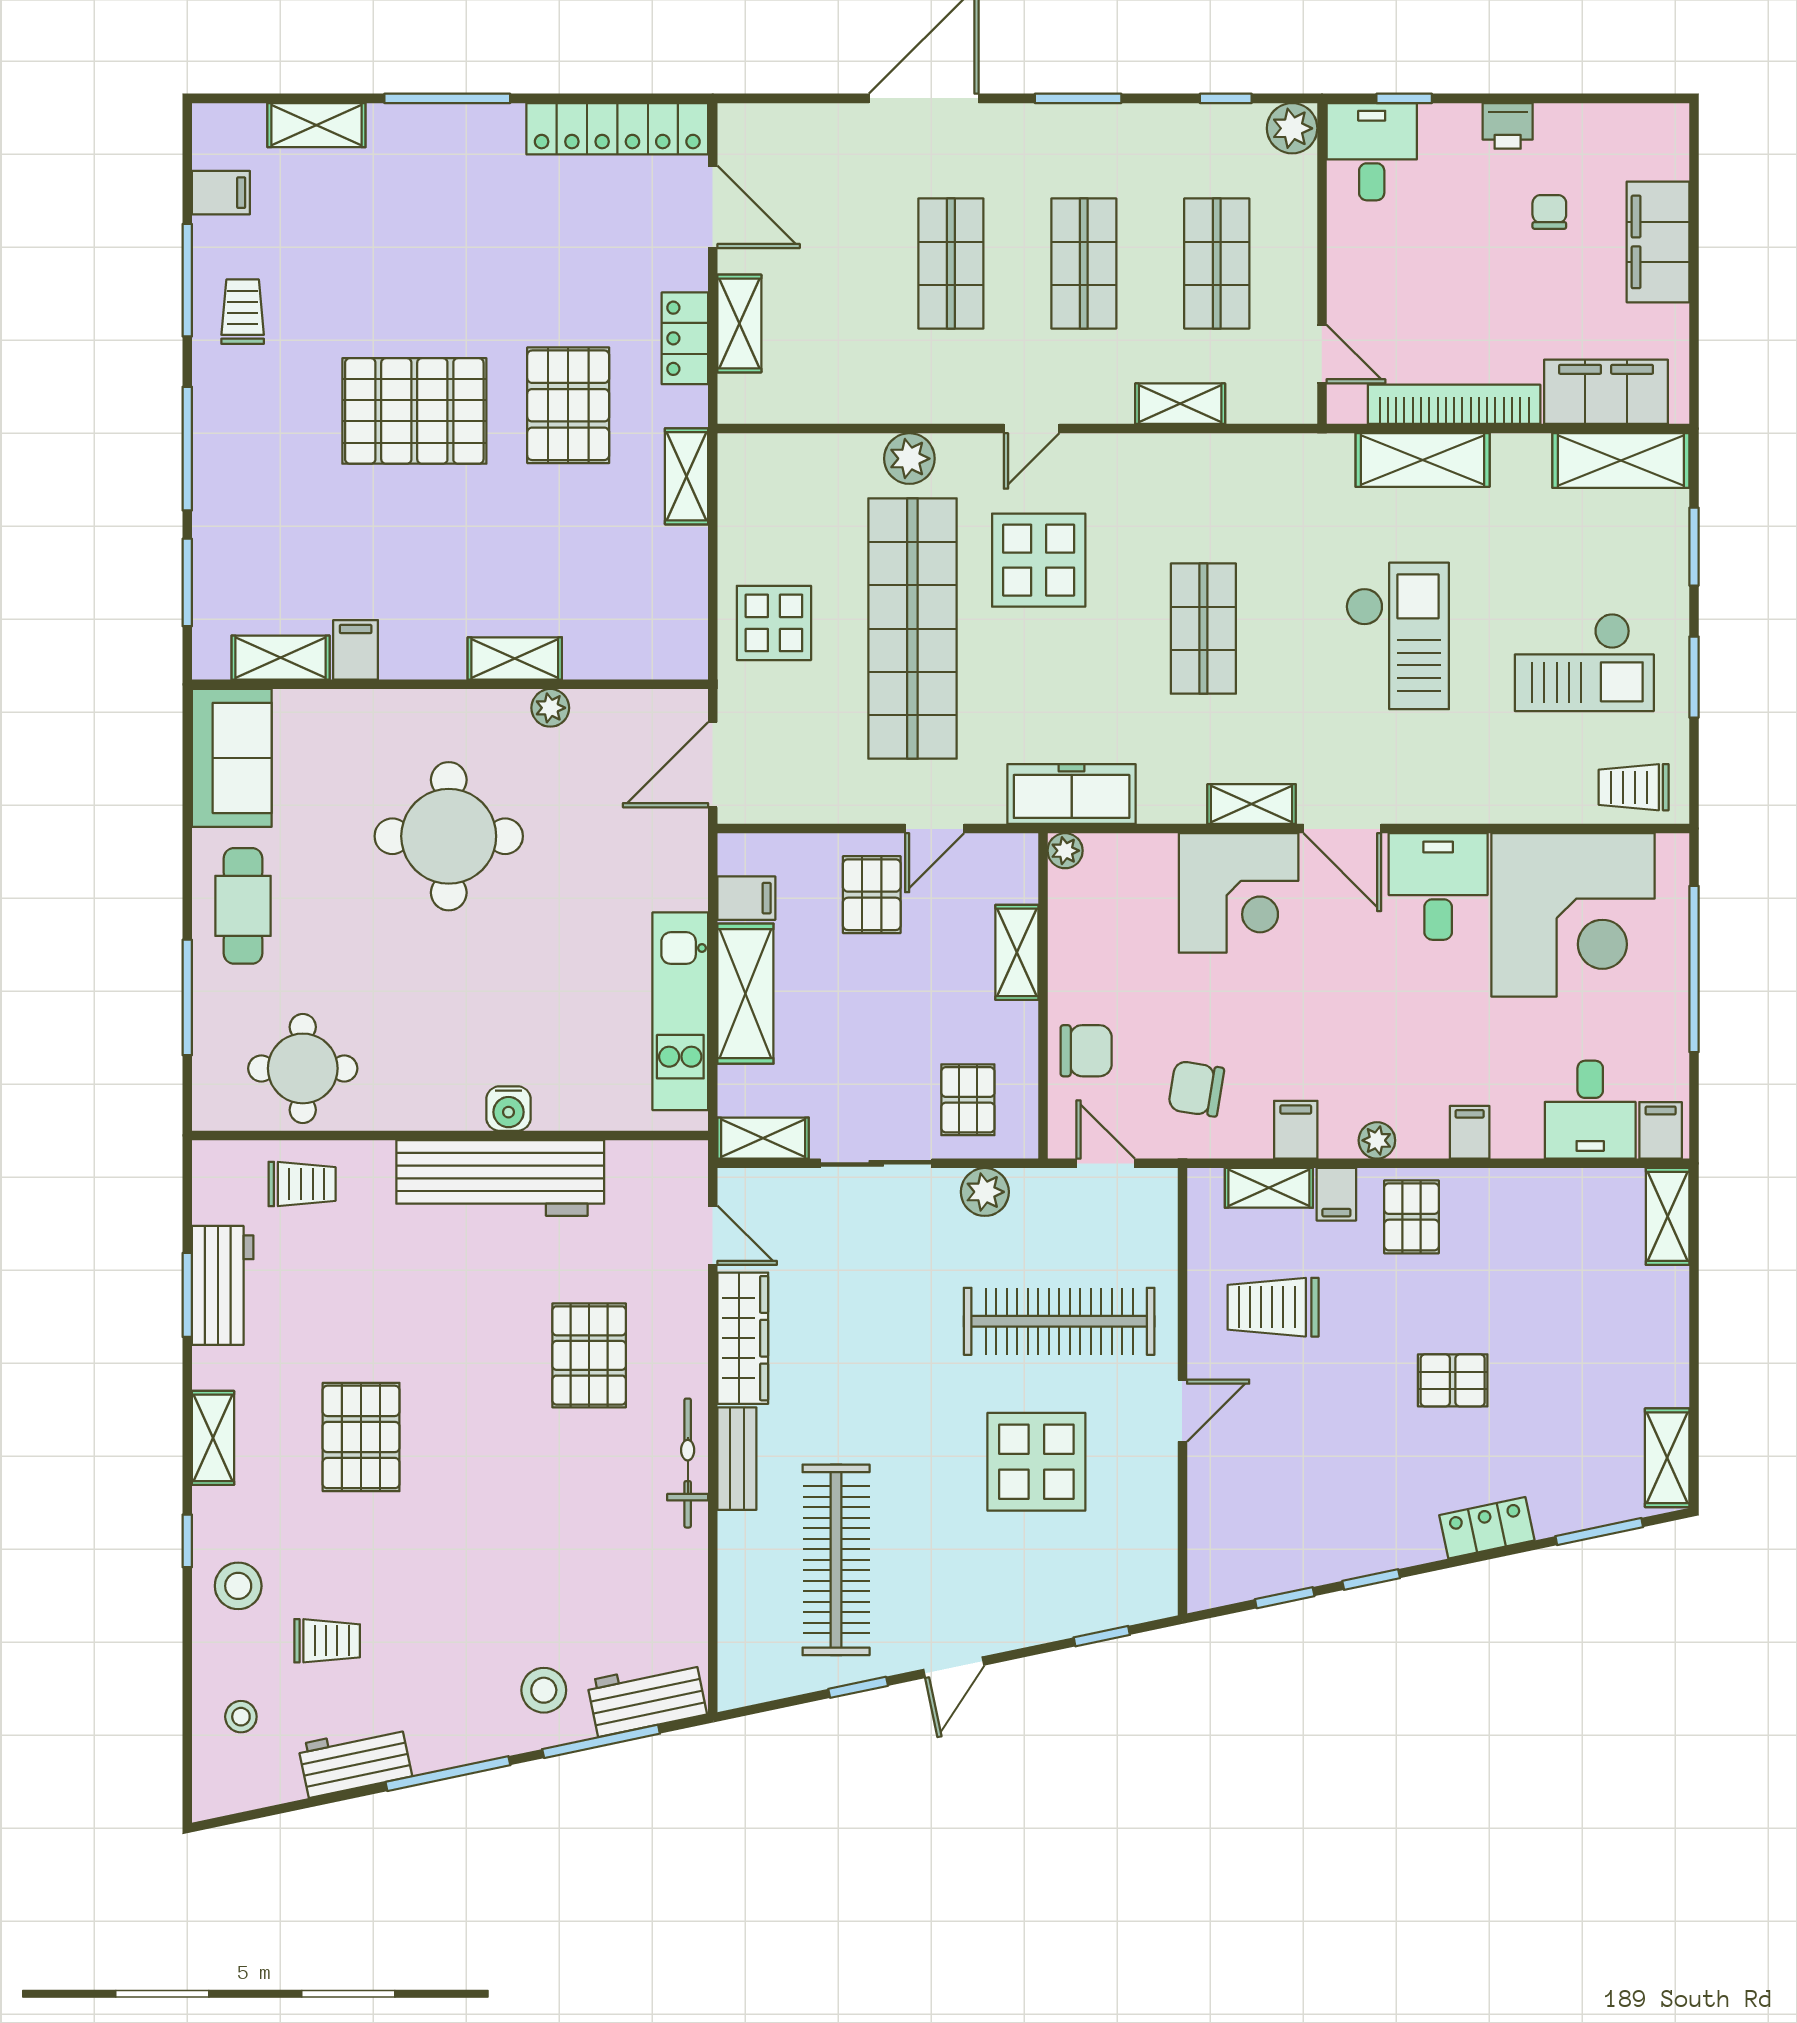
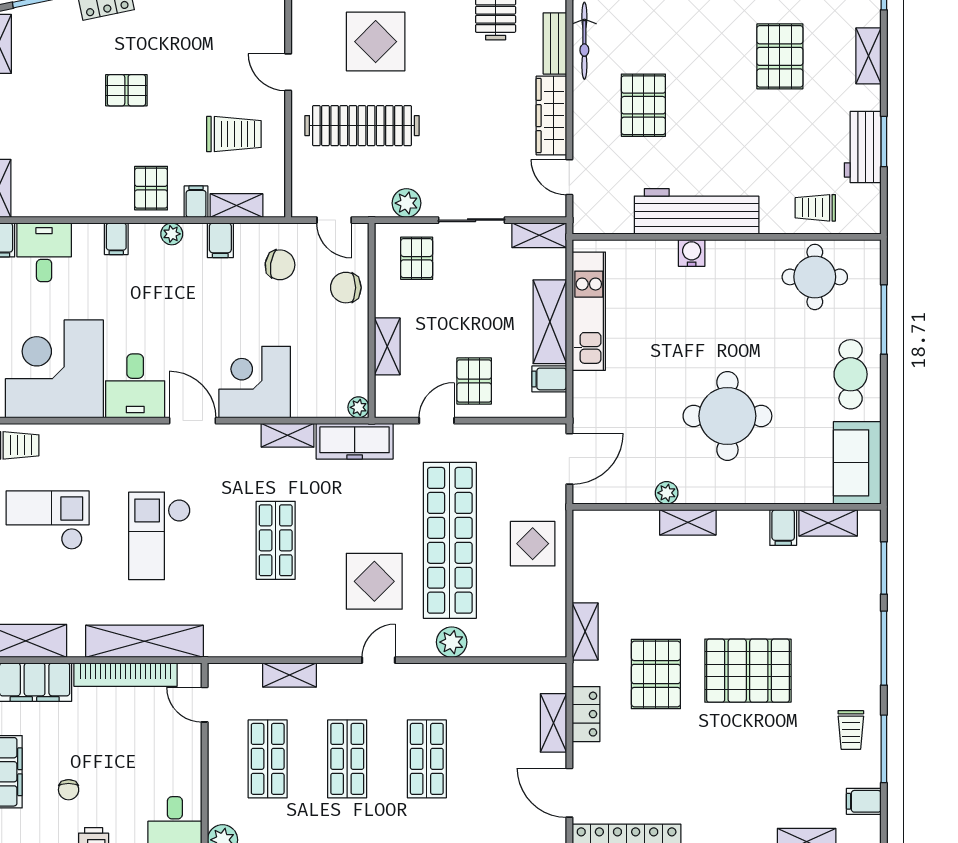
shelving: (1423, 460) -> (144, 641), width x1.47
shelving: (1252, 804) -> (288, 435), moved
door: (1182, 1411) -> (288, 72), hinge flipped

